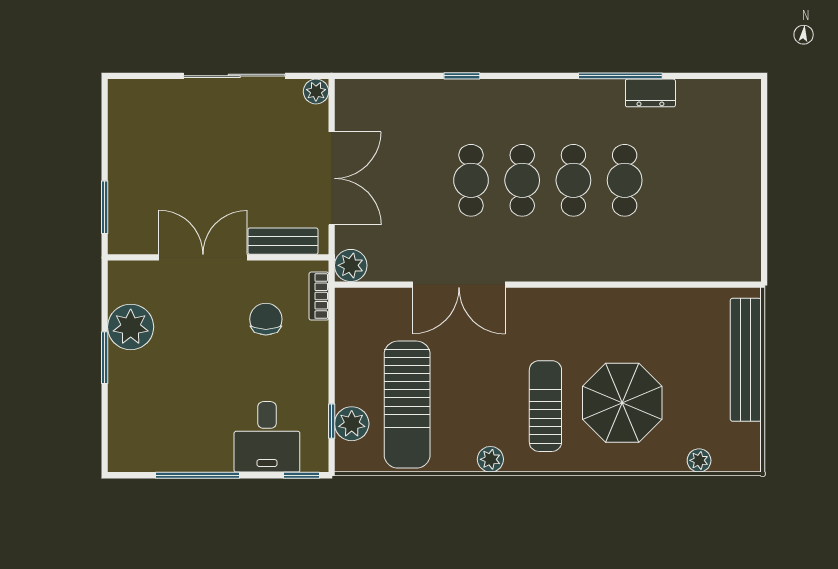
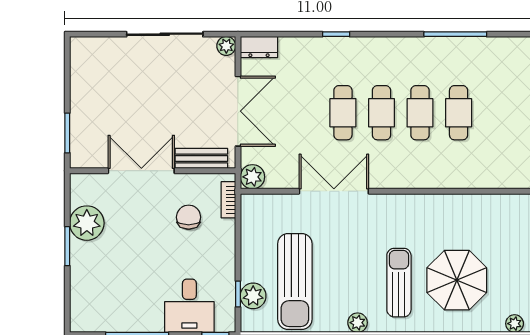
dresser: (650, 93) -> (259, 47), moved
double door: (459, 285) -> (334, 191), swing flipped

